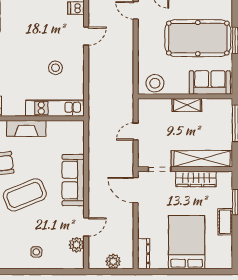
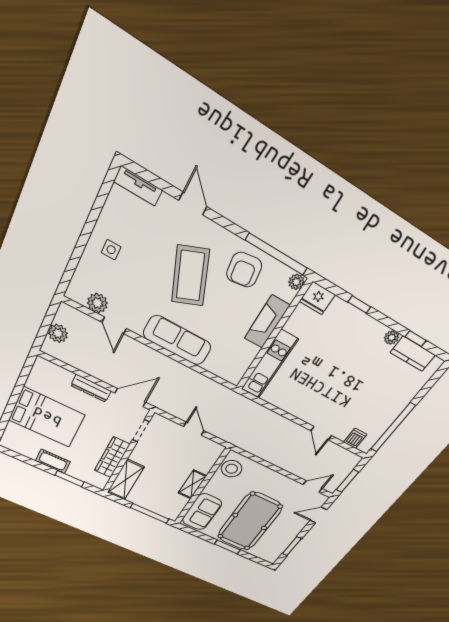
stool: (55, 68) -> (311, 388), removed
shelving: (202, 159) -> (126, 480), width x0.68
dresser: (144, 254) -> (91, 388), moved

